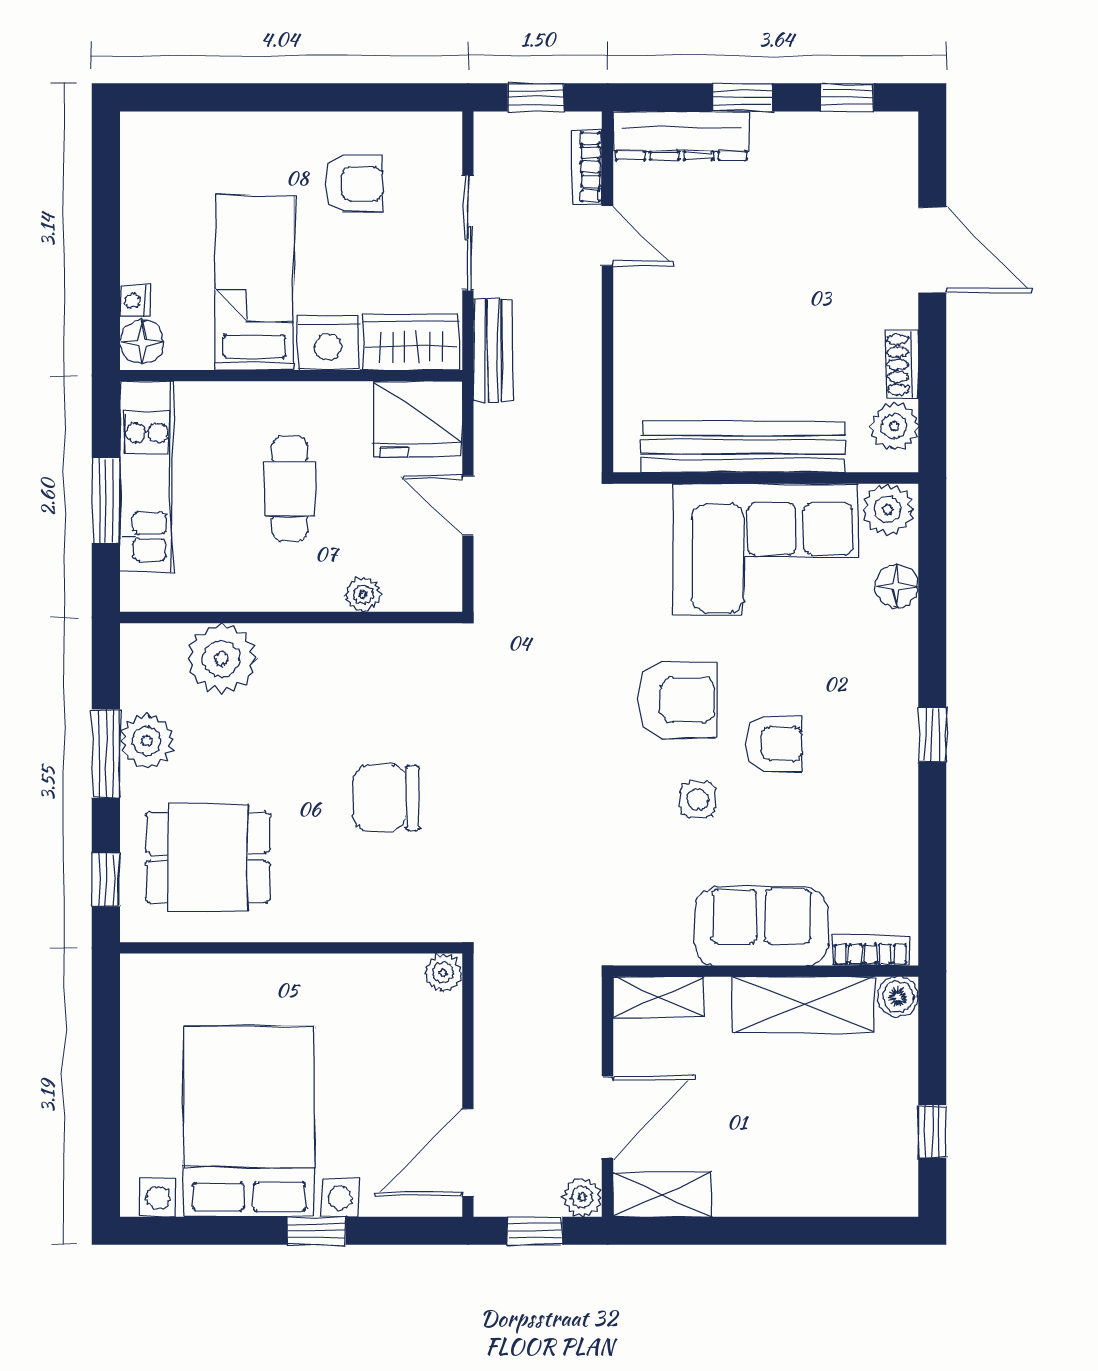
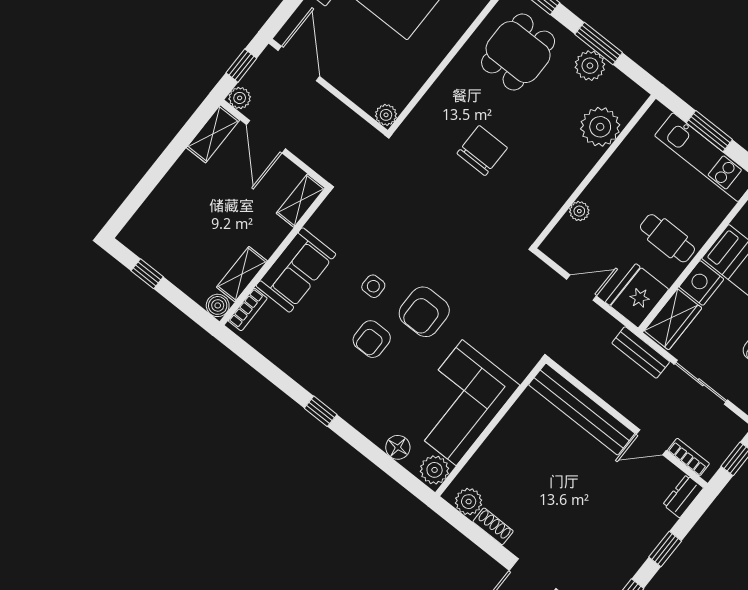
dresser: (681, 136) -> (683, 496), width x0.51, depth x0.80
bench: (743, 447) -> (582, 409), moved, turned 90
cafe table: (290, 489) -> (667, 238), moved
shelving: (804, 1005) -> (242, 274), width x0.67, depth x0.75

